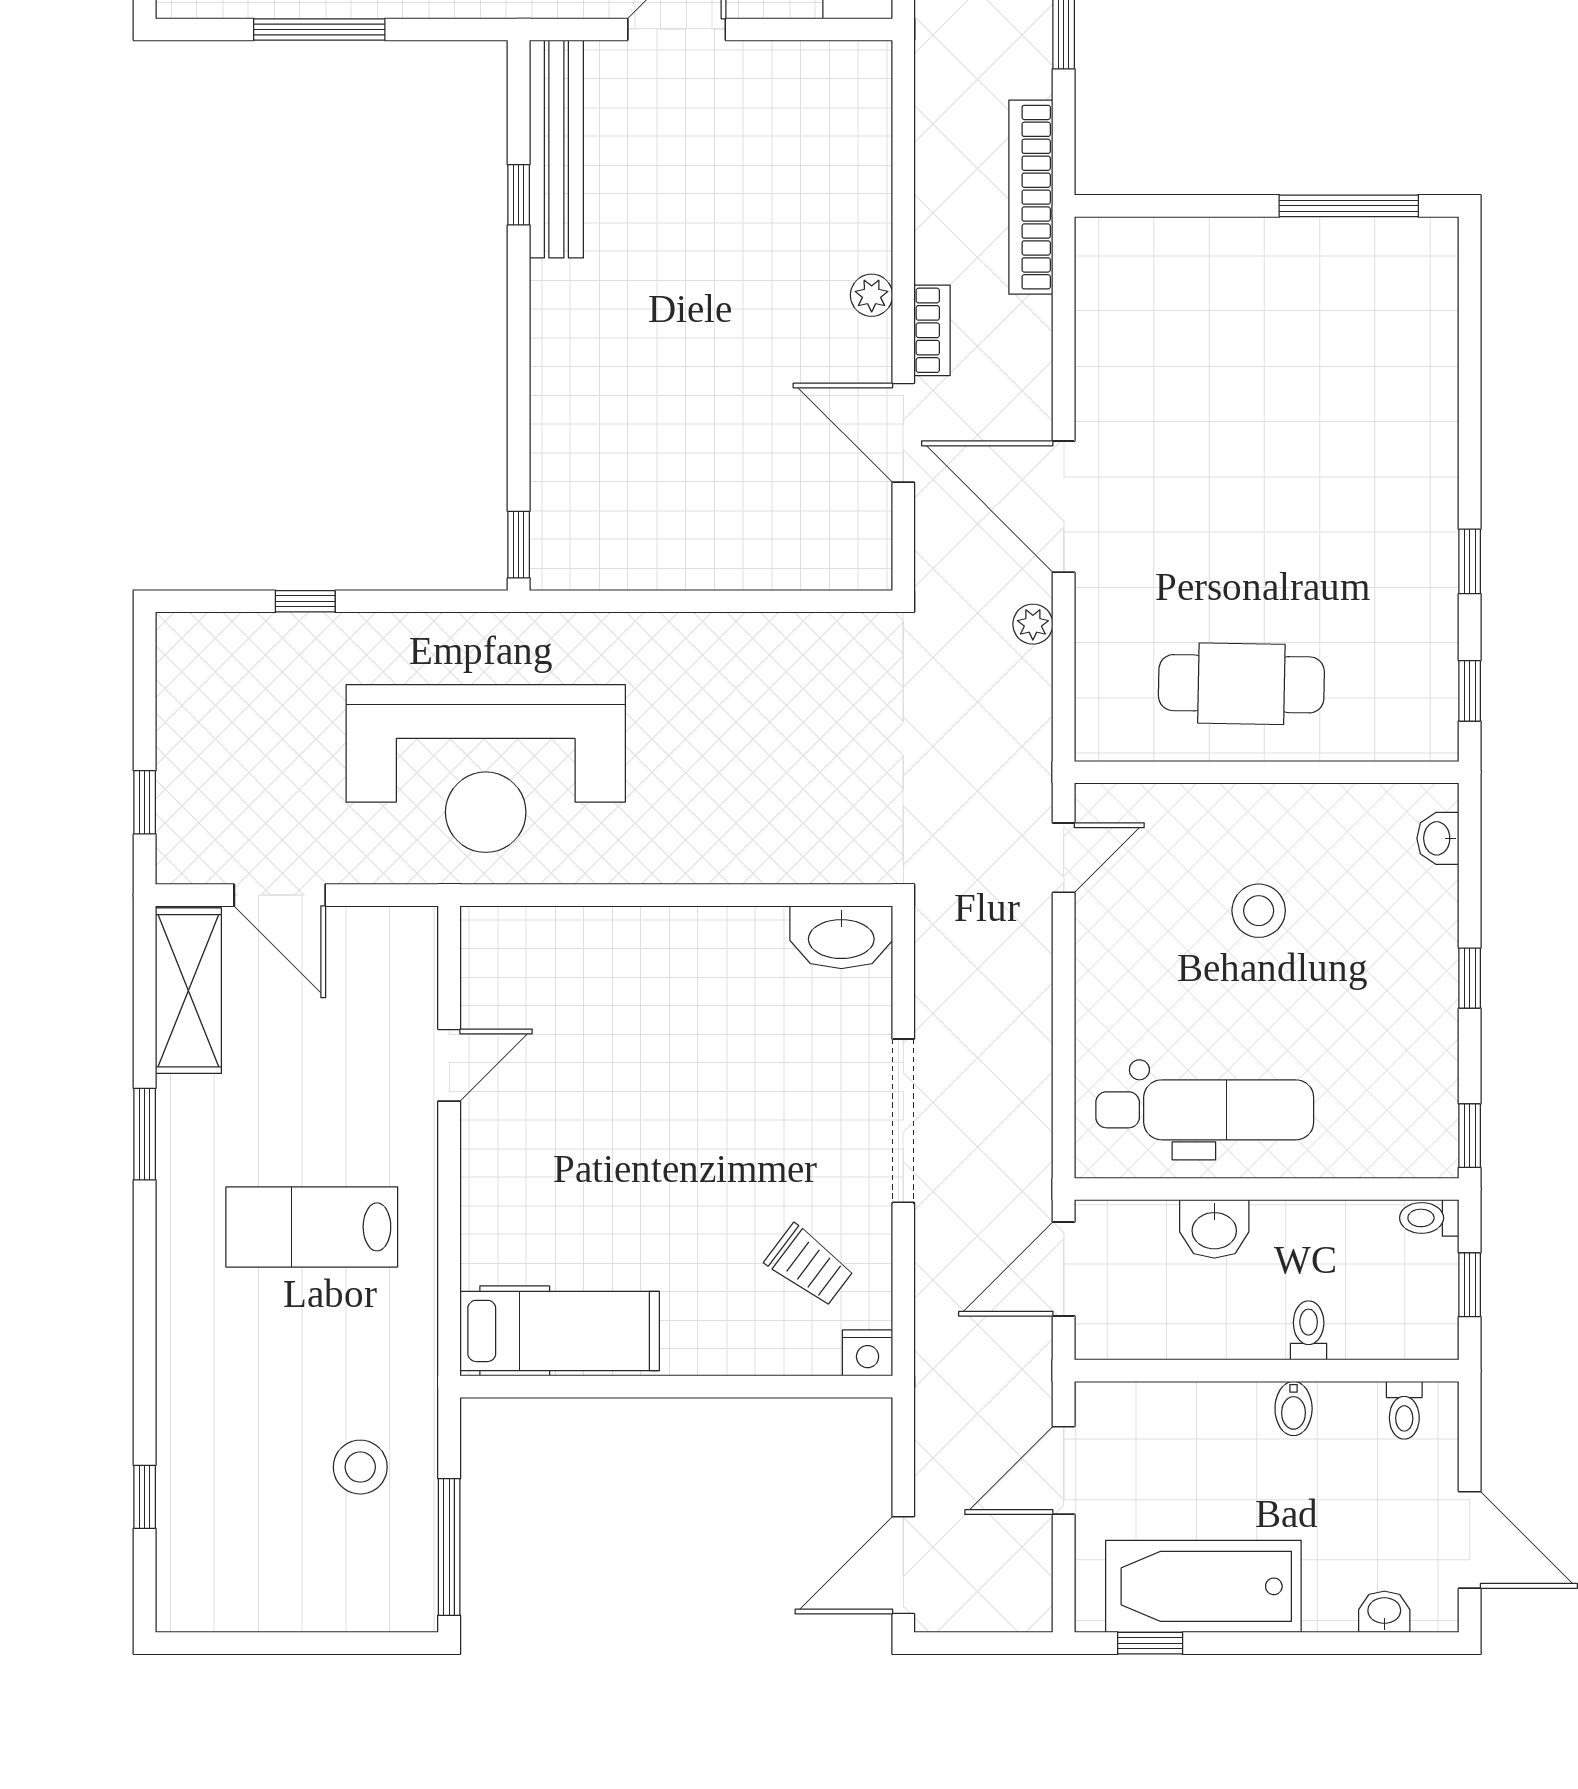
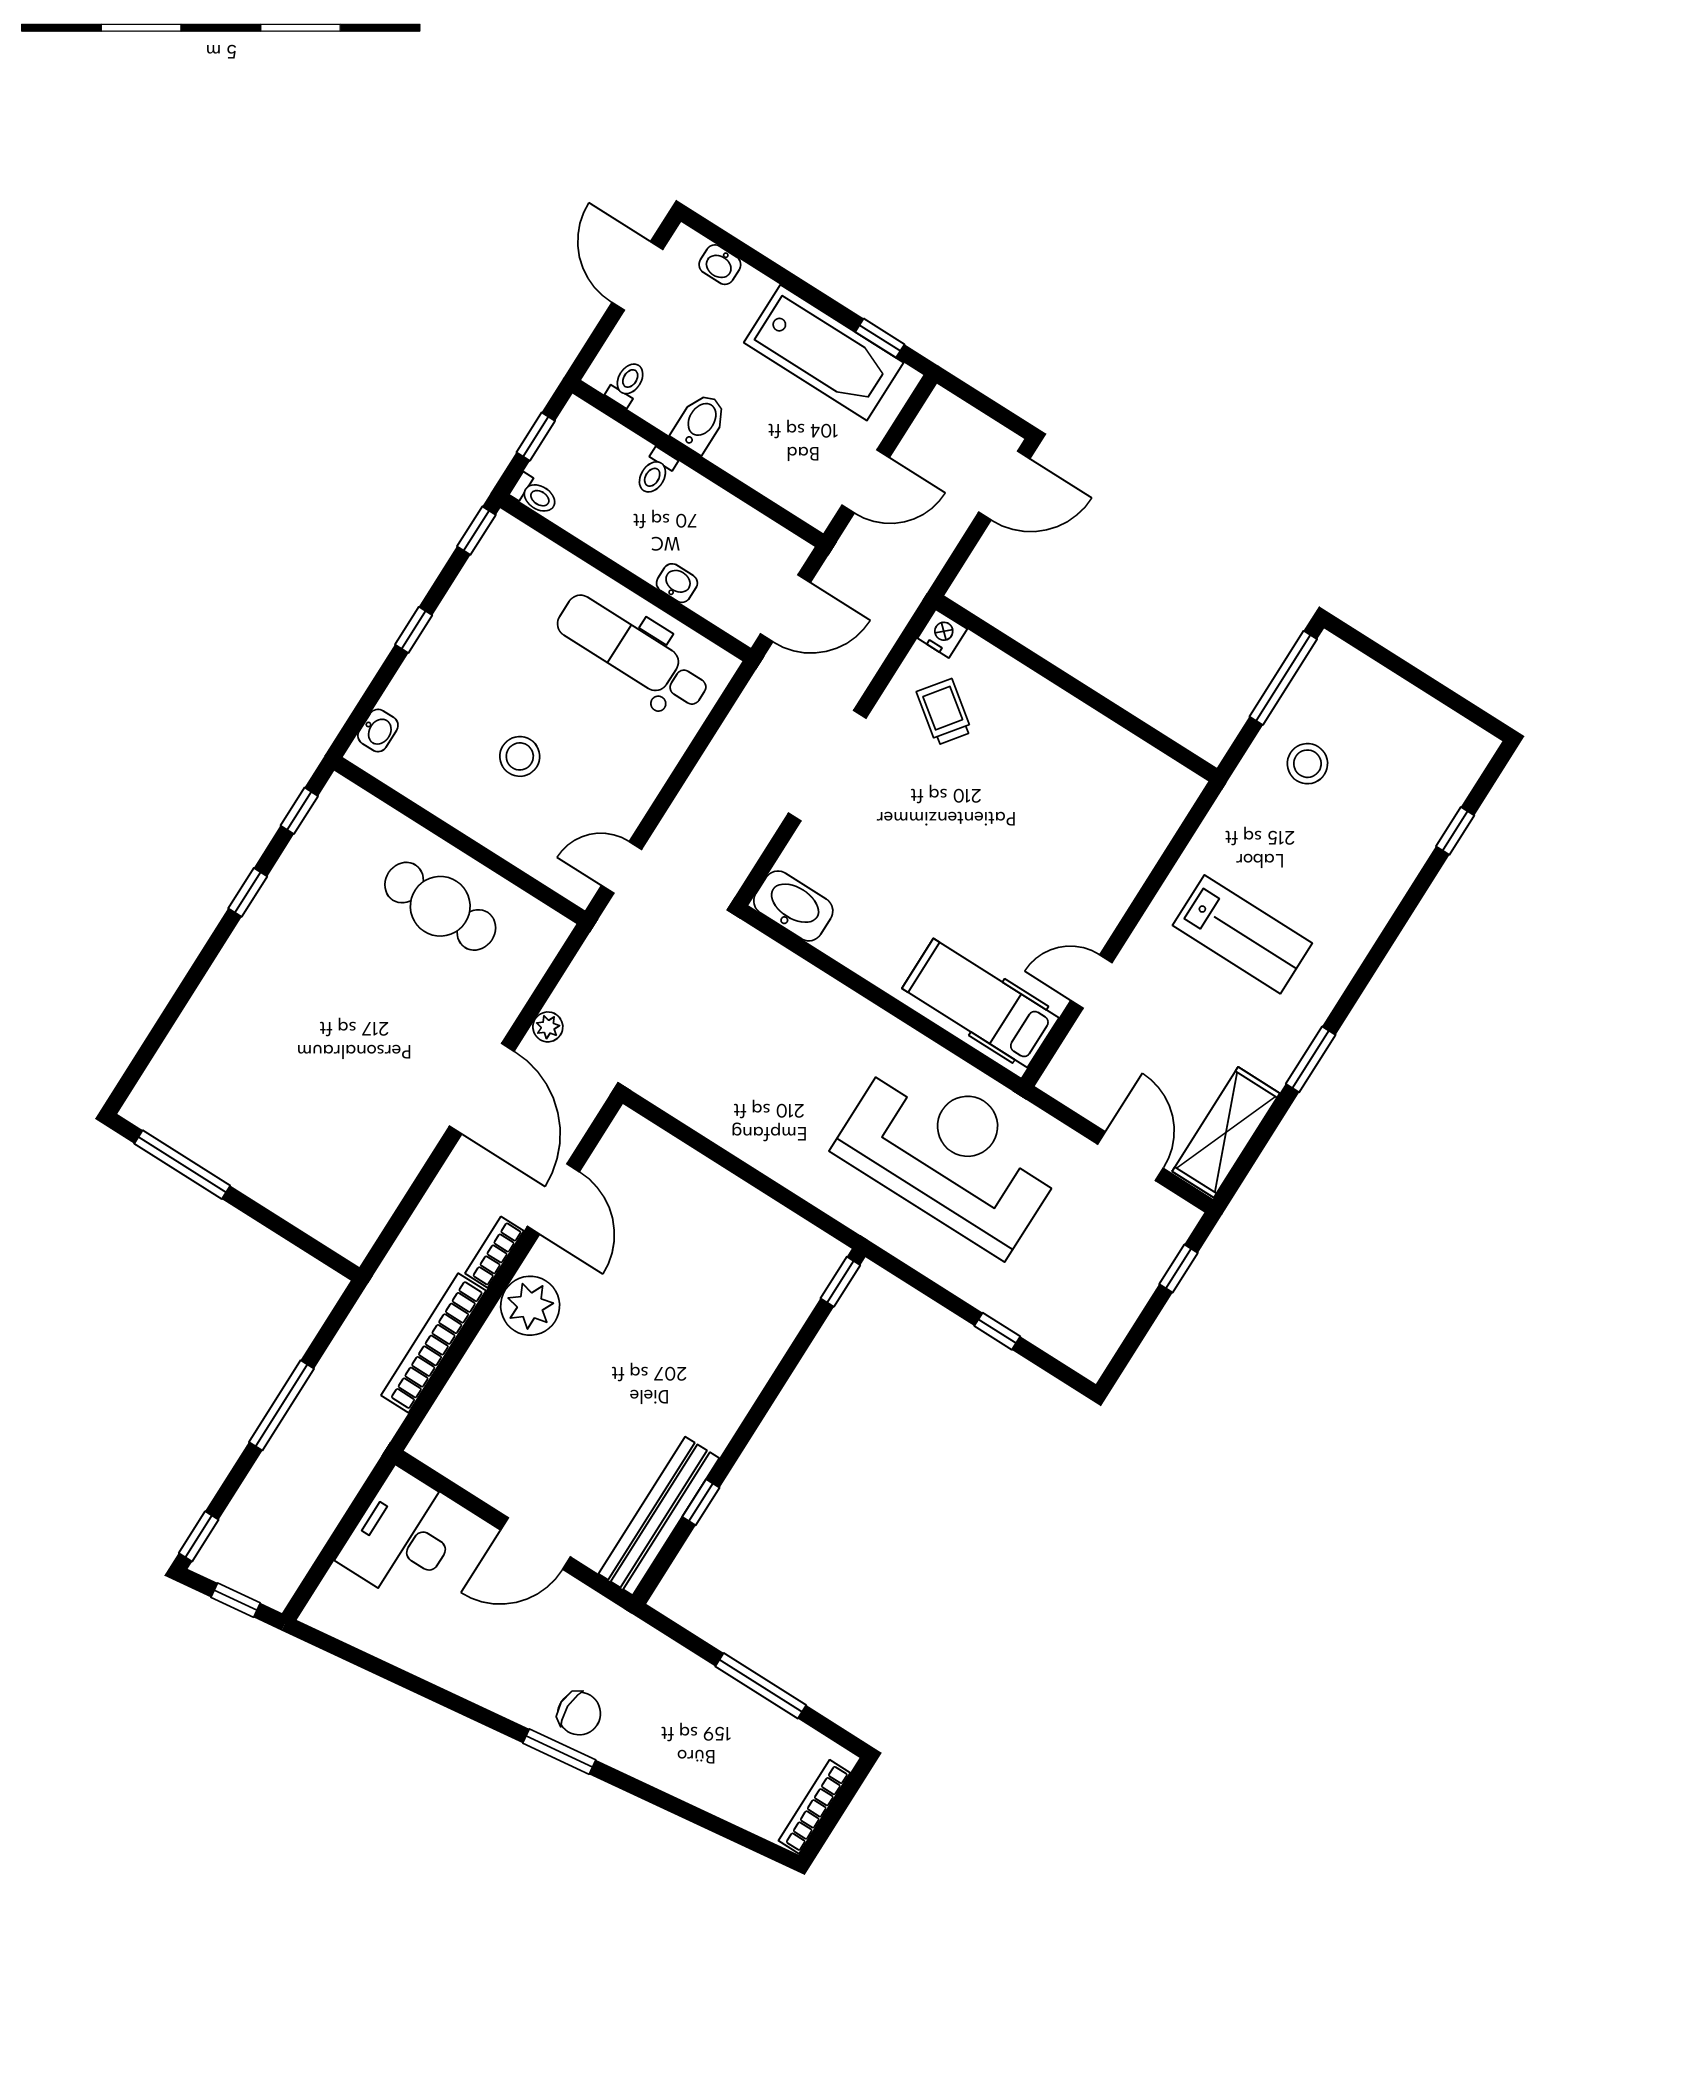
bookcase: (1031, 197) -> (433, 1343), moved, turned 180
plant: (872, 295) -> (530, 1306), width x1.88, depth x1.88
washbasin: (1214, 1229) -> (677, 583), width x0.72, depth x0.69
hospital bed: (560, 1331) -> (980, 1003), moved
bidet: (1294, 1409) -> (700, 423), width x1.38, depth x1.36

